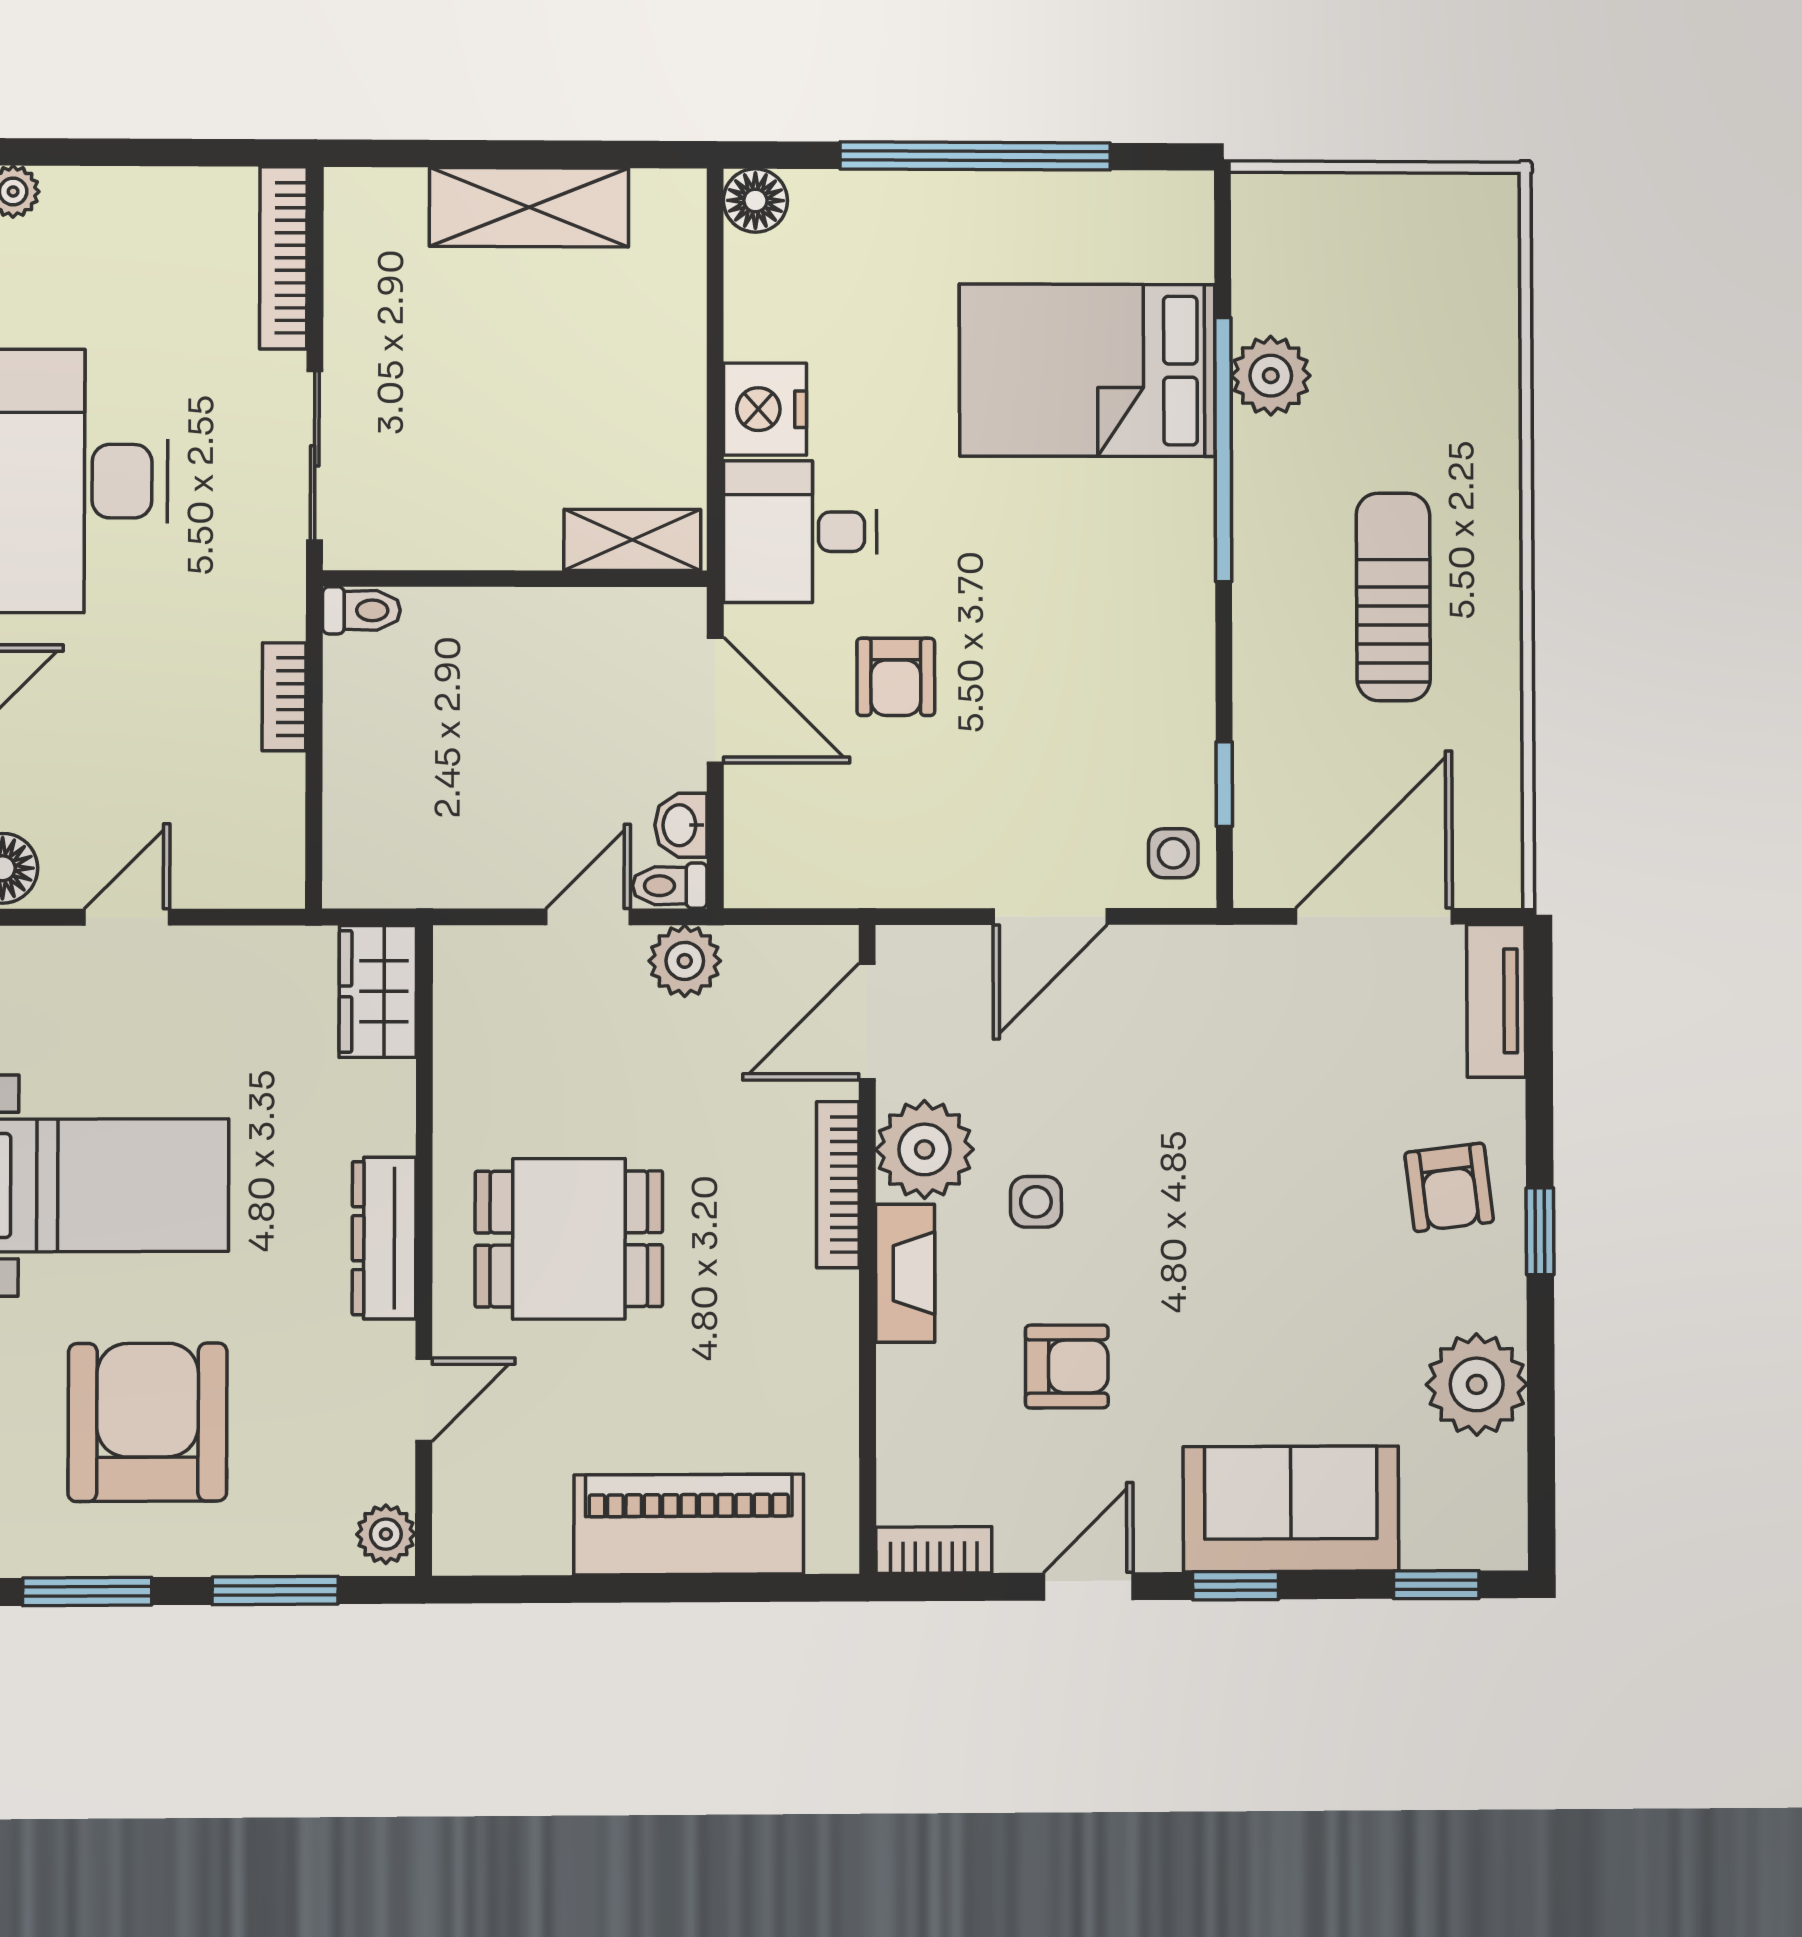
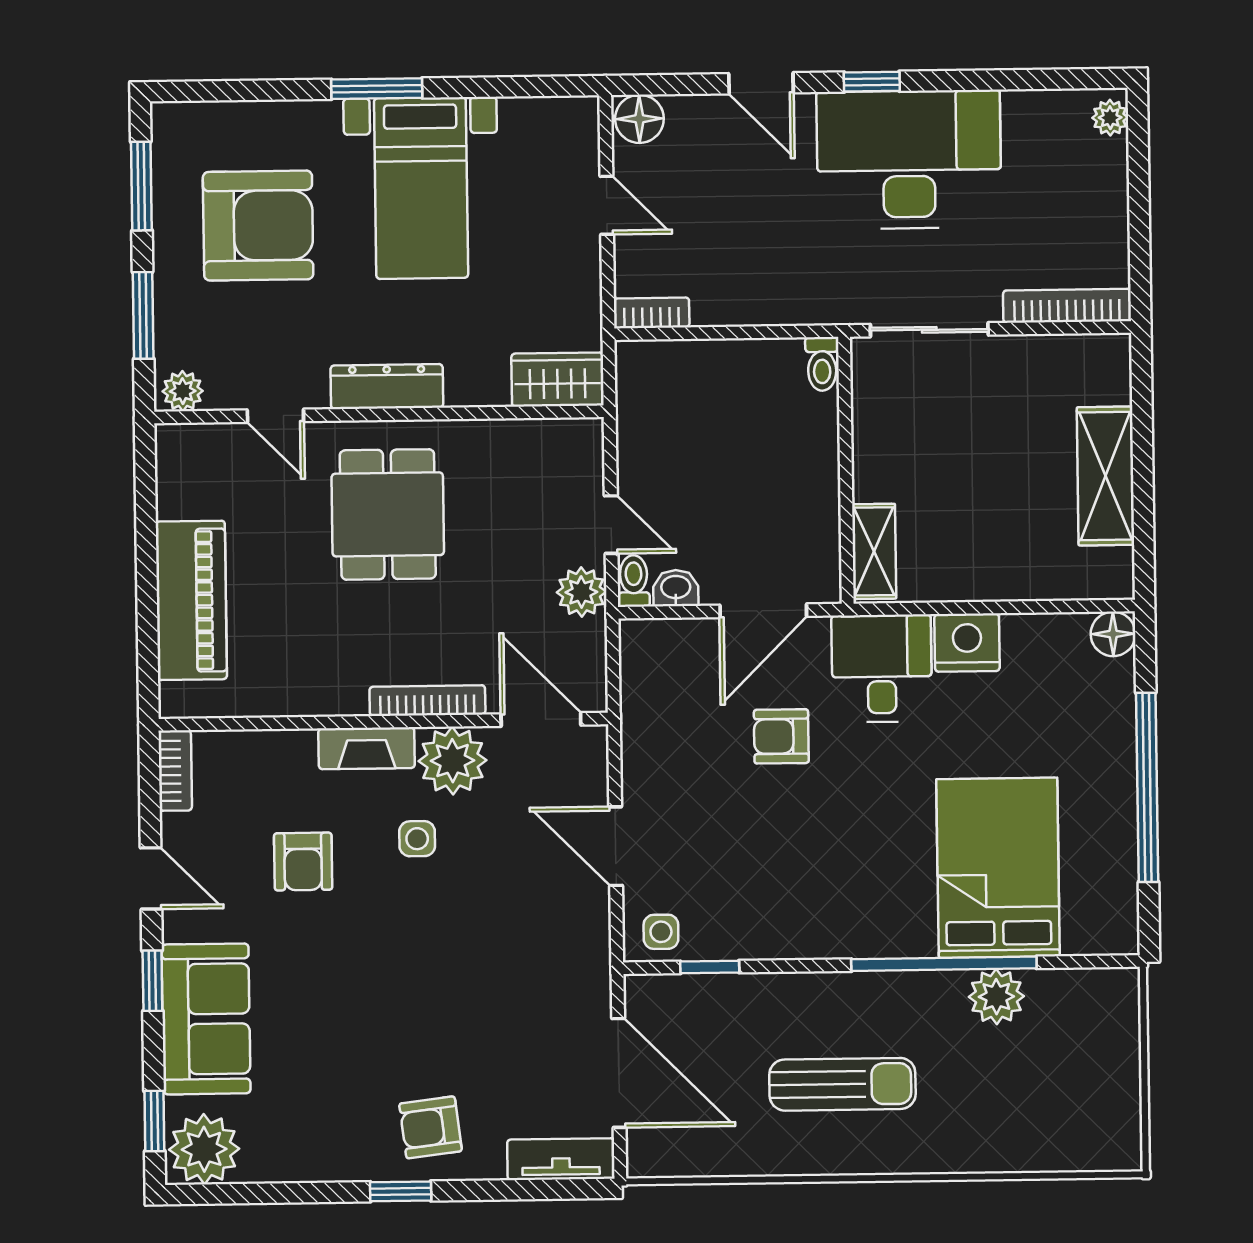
bookcase: (284, 697) -> (652, 313), moved
plant: (1477, 1384) -> (204, 1149), moved

